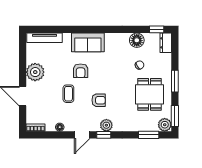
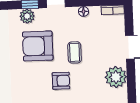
armchair: (81, 71) -> (61, 81), turned 90
armchair: (99, 100) -> (38, 46), width x1.88, depth x1.88

